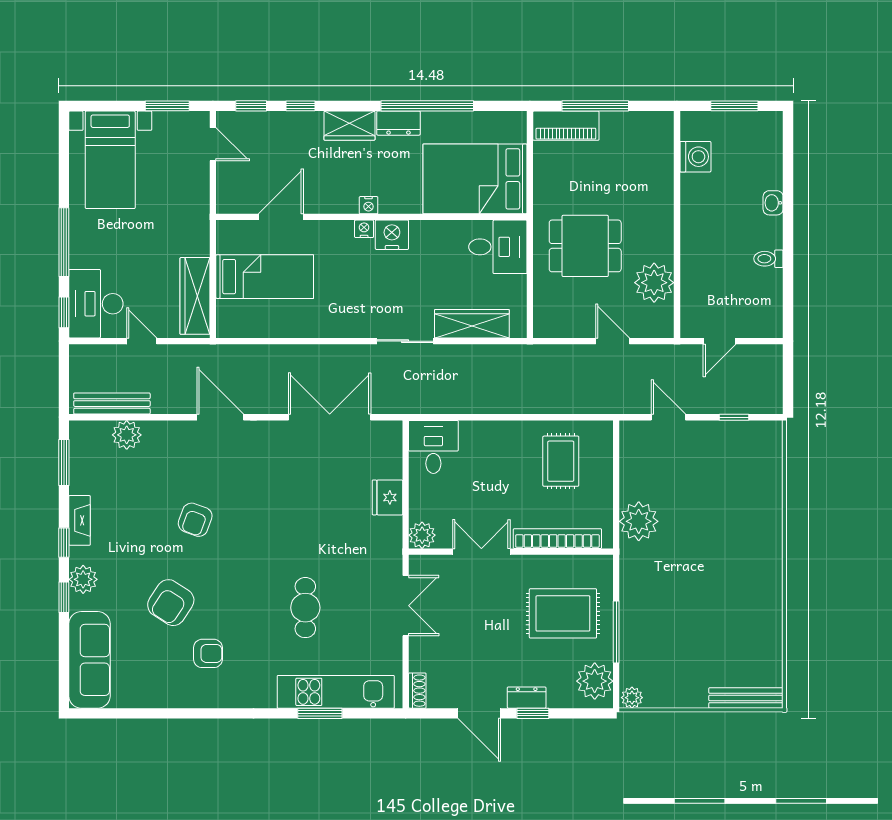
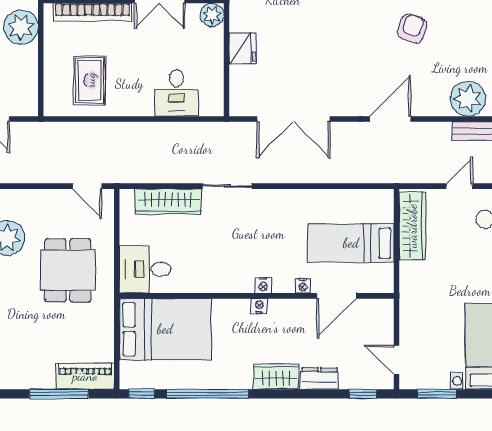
window: (301, 106) -> (142, 394), moved
dresser: (398, 123) -> (319, 379), moved
nightstand: (392, 235) -> (303, 286), moved, width x0.53, depth x0.56
dining table: (585, 246) -> (68, 270), turned 90
door: (142, 341) -> (459, 186), swing flipped
door: (613, 341) -> (87, 186), moved
door: (220, 417) -> (390, 119), swing flipped
plant: (127, 435) -> (468, 99), width x1.36, depth x1.36
desk: (433, 447) -> (177, 93), moved

